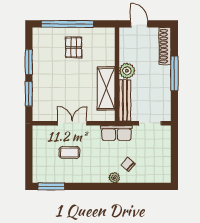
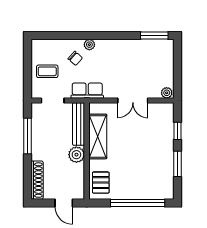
pallet: (74, 47) -> (101, 183), moved
window: (174, 73) -> (28, 136), moved
window: (29, 94) -> (178, 131), width x0.67
plant: (39, 131) -> (167, 93), added
coffee table: (69, 152) -> (47, 71), moved

